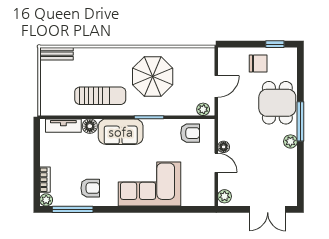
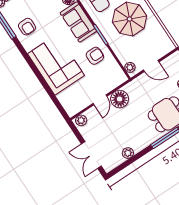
armchair: (190, 133) -> (95, 56), moved, turned -90
plant: (290, 141) -> (128, 153), moved
floor lamp: (224, 147) -> (120, 99), width x1.89, depth x1.89

